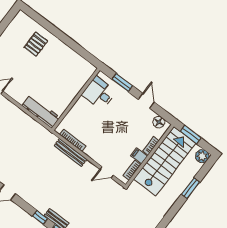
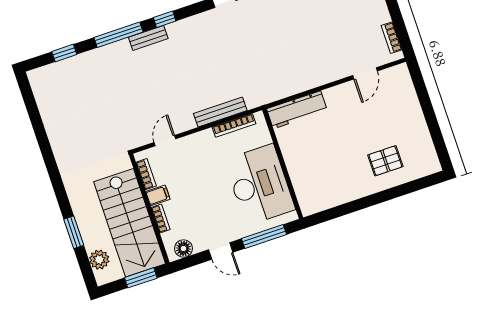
pallet: (36, 44) -> (385, 161), turned 90
window: (122, 83) -> (264, 236), width x1.44
desk: (99, 93) -> (260, 185), width x1.87, depth x1.30
plant: (202, 156) -> (99, 260), moved

